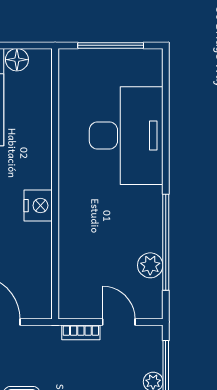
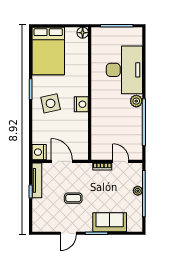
floor lamp: (17, 60) -> (83, 33), moved
plant: (150, 265) -> (136, 101), moved

